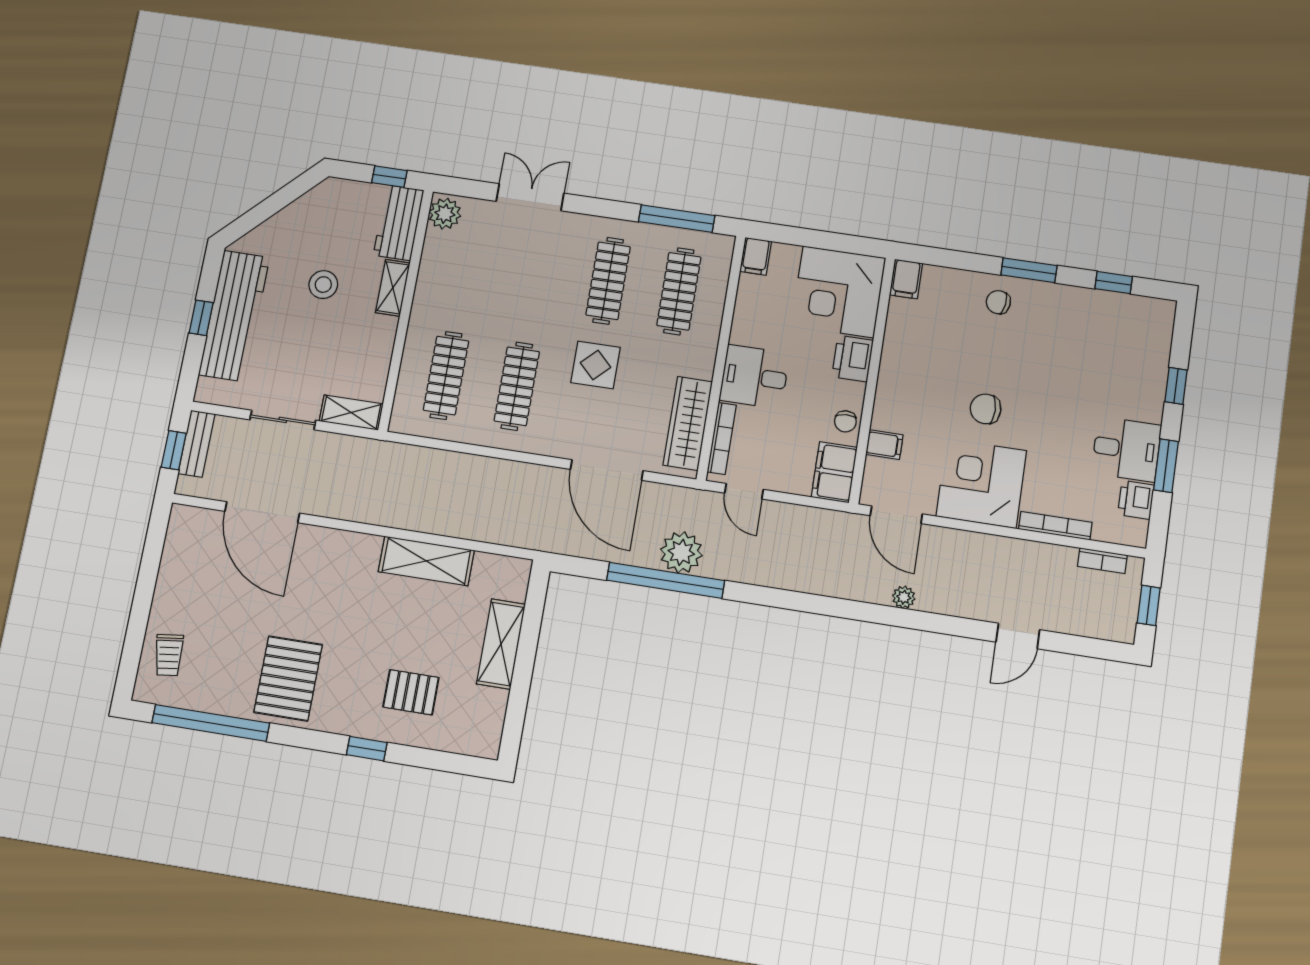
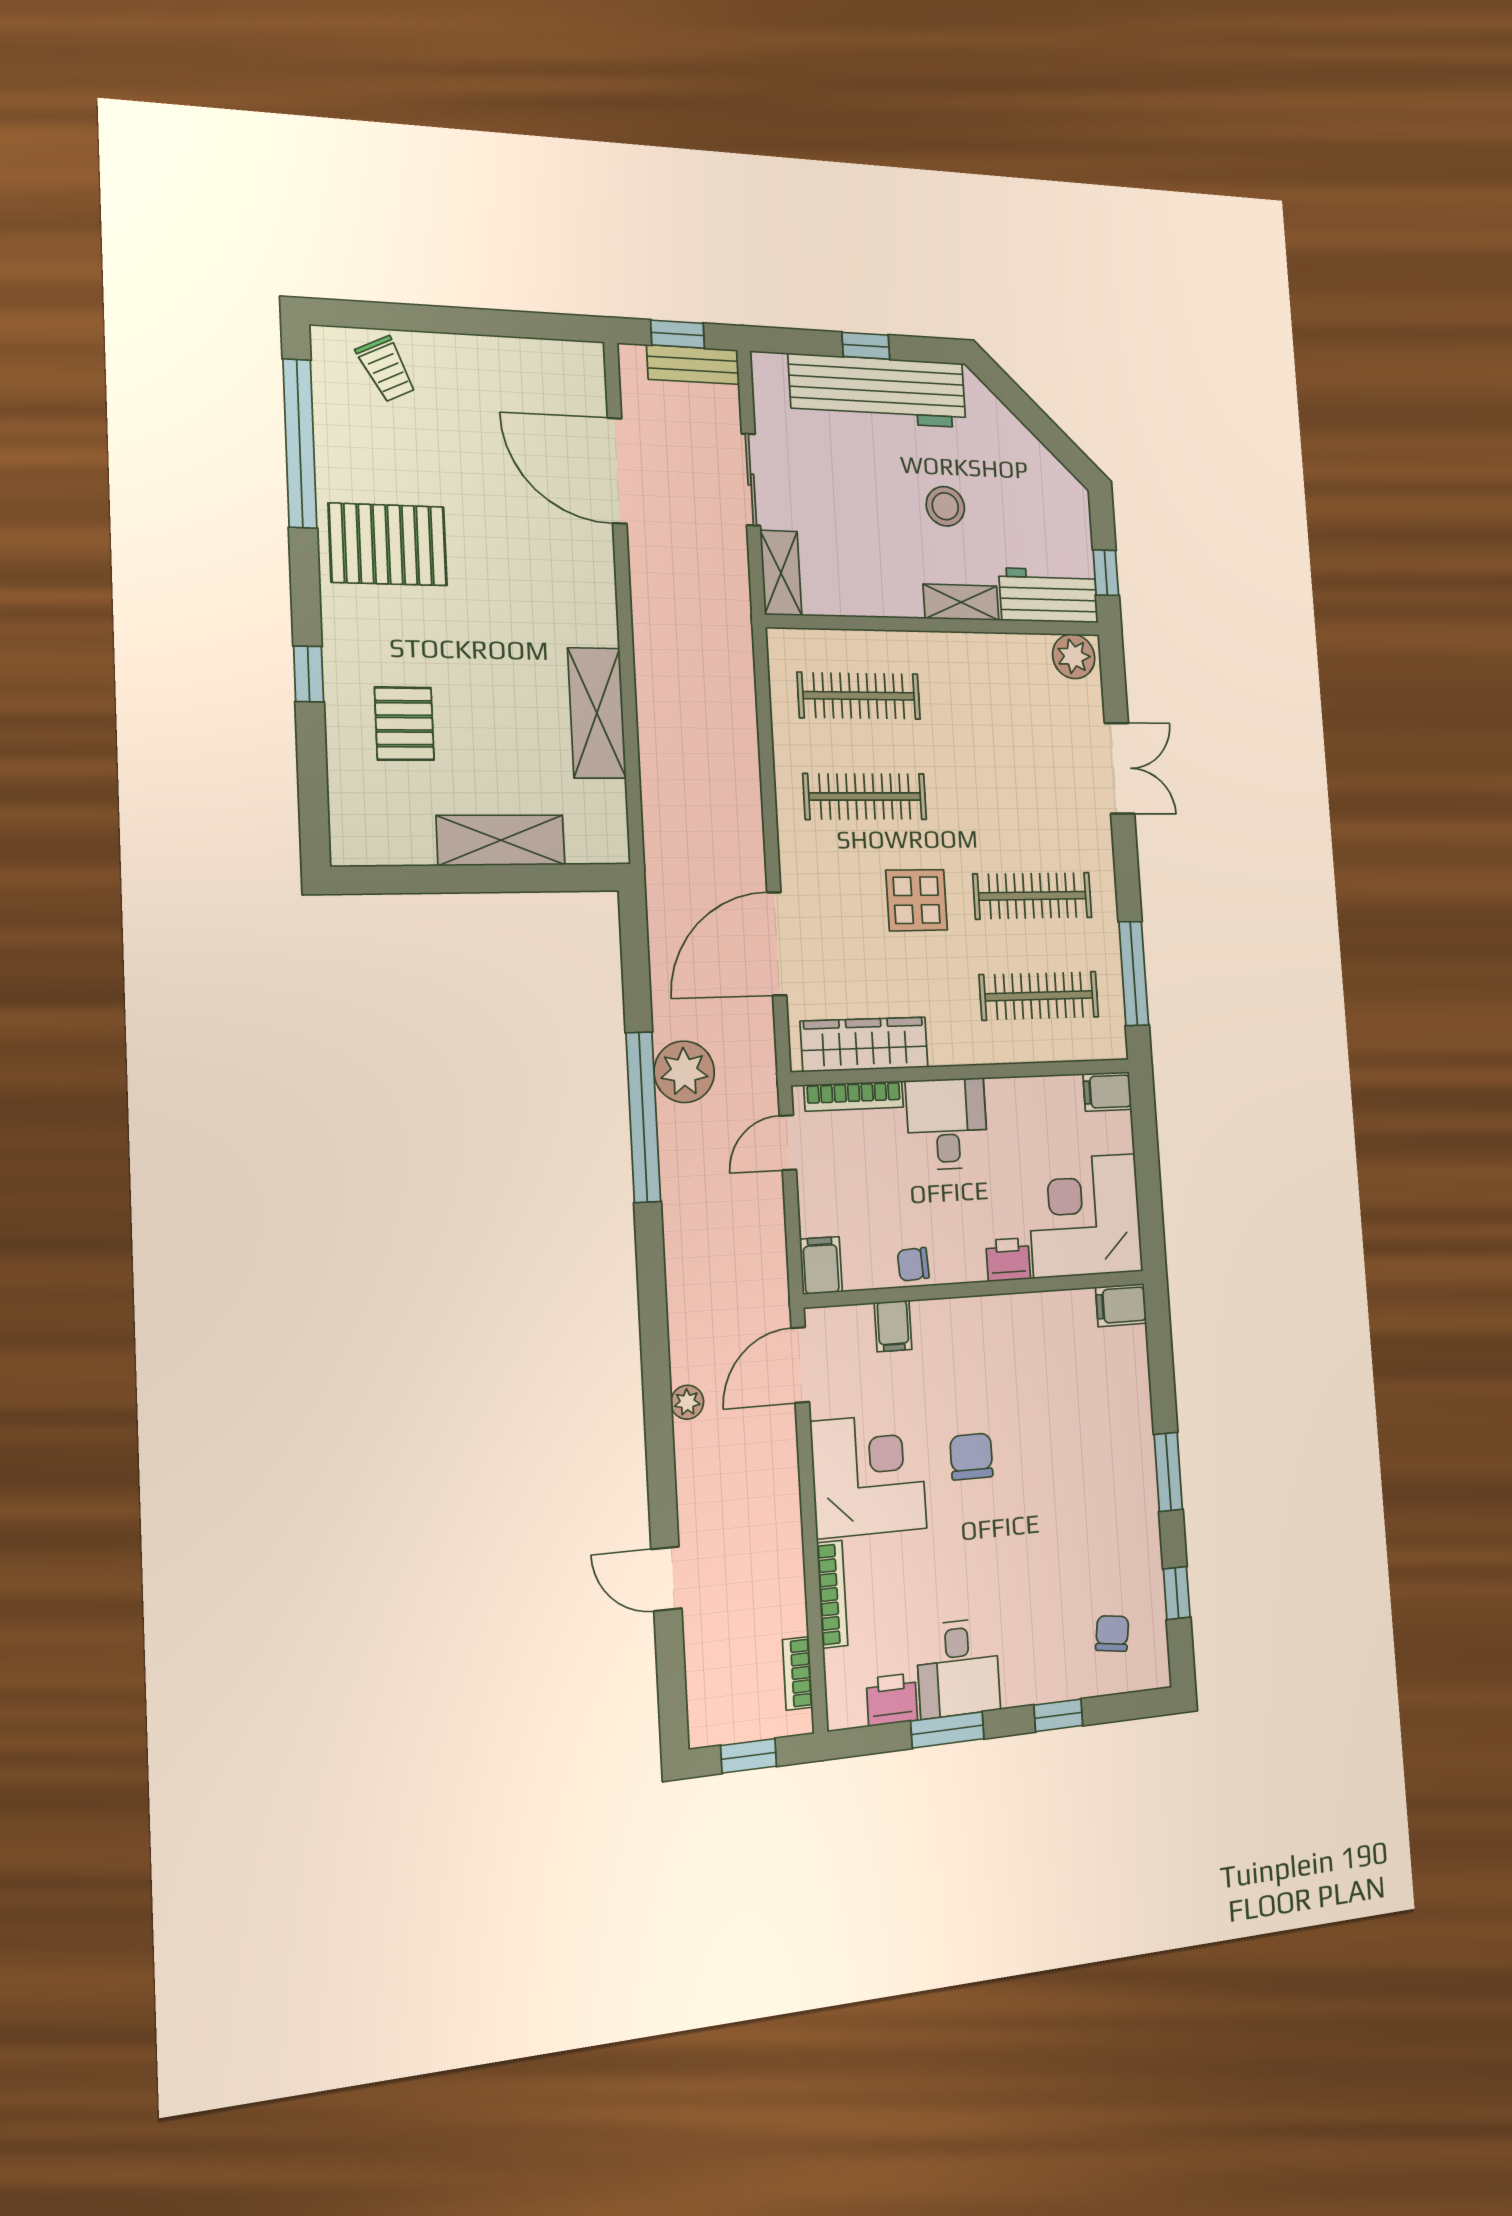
chair: (998, 302) -> (1112, 1633), moved
printer: (853, 358) -> (1008, 1260), width x0.73, depth x0.81
filing cabinet: (834, 472) -> (821, 1265), width x0.50
door: (262, 512) -> (617, 471), hinge flipped
window: (666, 580) -> (643, 1117), moved
trolley: (169, 655) -> (386, 369), turned -109

